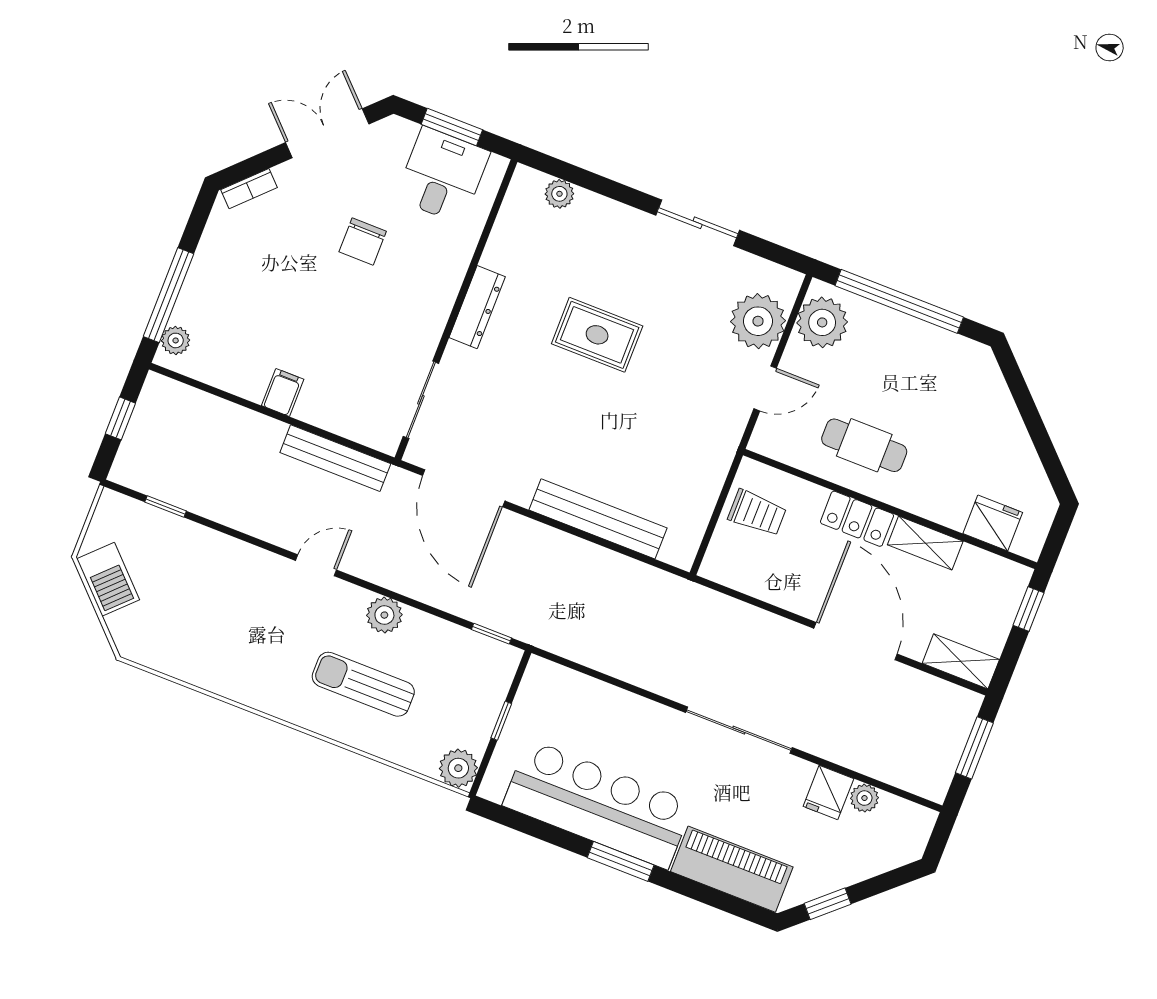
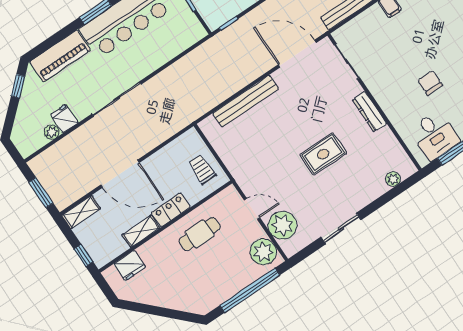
door: (765, 388) -> (252, 209), swing flipped
trolley: (757, 513) -> (202, 170), turned 90

